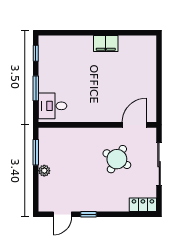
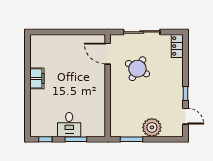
desk: (53, 106) -> (69, 125), moved
plant: (44, 171) -> (152, 127), width x1.88, depth x1.88

